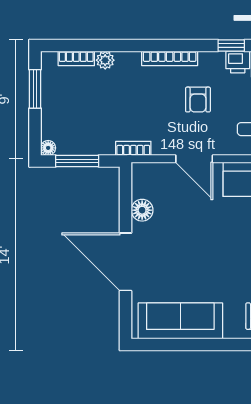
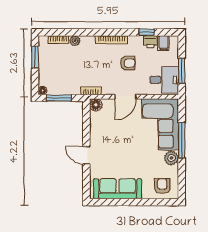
armchair: (198, 100) -> (128, 63), turned -90
door: (194, 159) -> (125, 97), hinge flipped
floor lamp: (142, 210) -> (96, 105), moved
door: (126, 262) -> (86, 155), width x0.53

